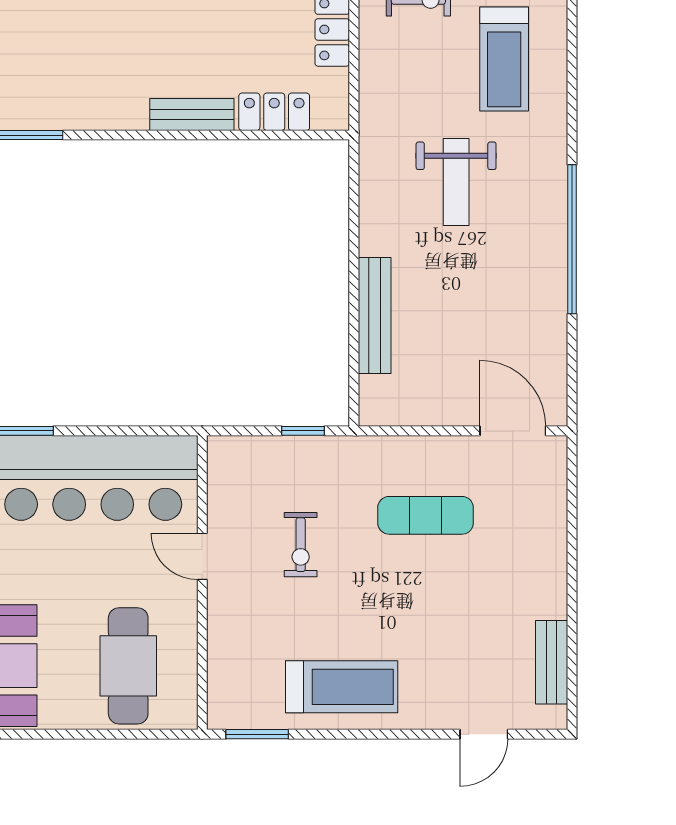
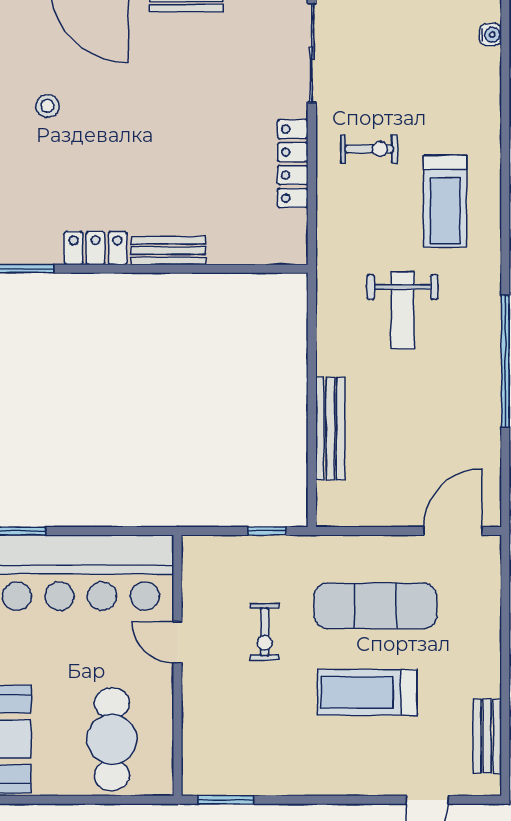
locker: (274, 112) -> (95, 248), moved
door: (513, 431) -> (453, 531), hinge flipped
exercise mat: (426, 515) -> (375, 606), width x1.36, depth x1.45
treadmill: (342, 687) -> (367, 692), moved, turned 180

